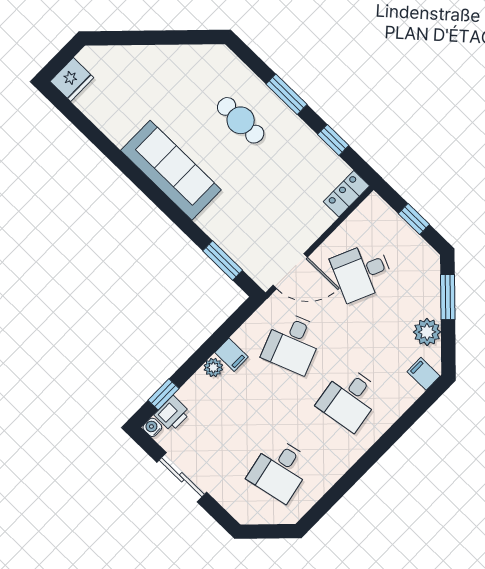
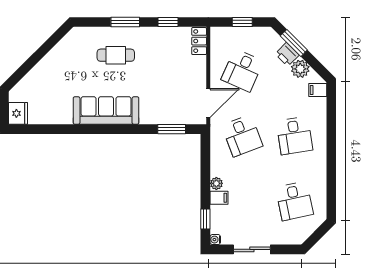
filing cabinet: (231, 355) -> (219, 198), moved
printer: (172, 414) -> (287, 54), moved, turned 135

